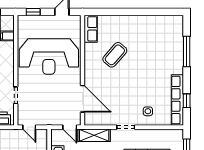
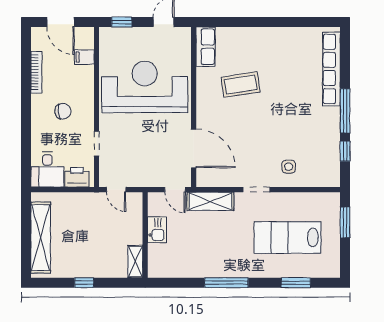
window: (187, 52) -> (345, 111), moved
coffee table: (115, 55) -> (241, 85), turned 40
reception desk: (49, 57) -> (145, 87), turned 180
row of seats: (177, 100) -> (331, 69), moved

